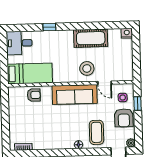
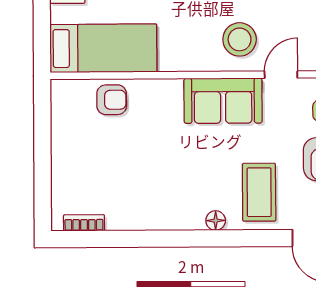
door: (105, 83) -> (281, 75), swing flipped
sofa: (75, 94) -> (223, 101), width x0.73

